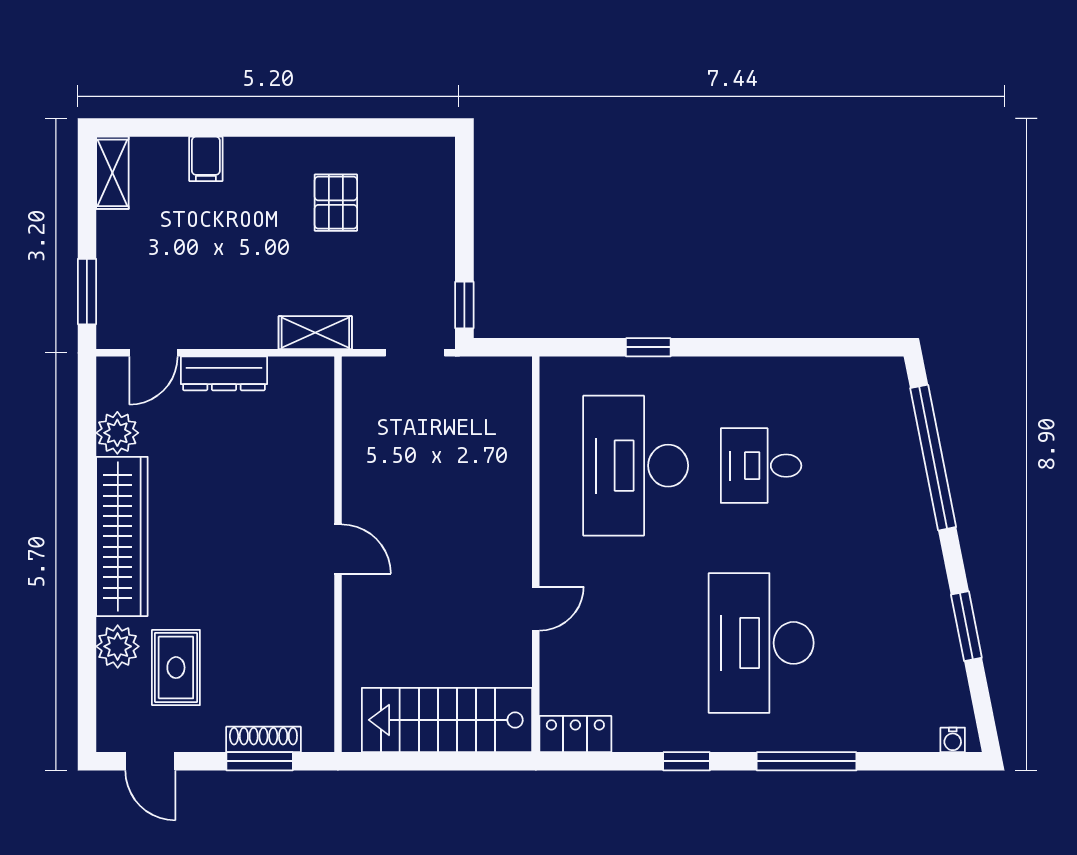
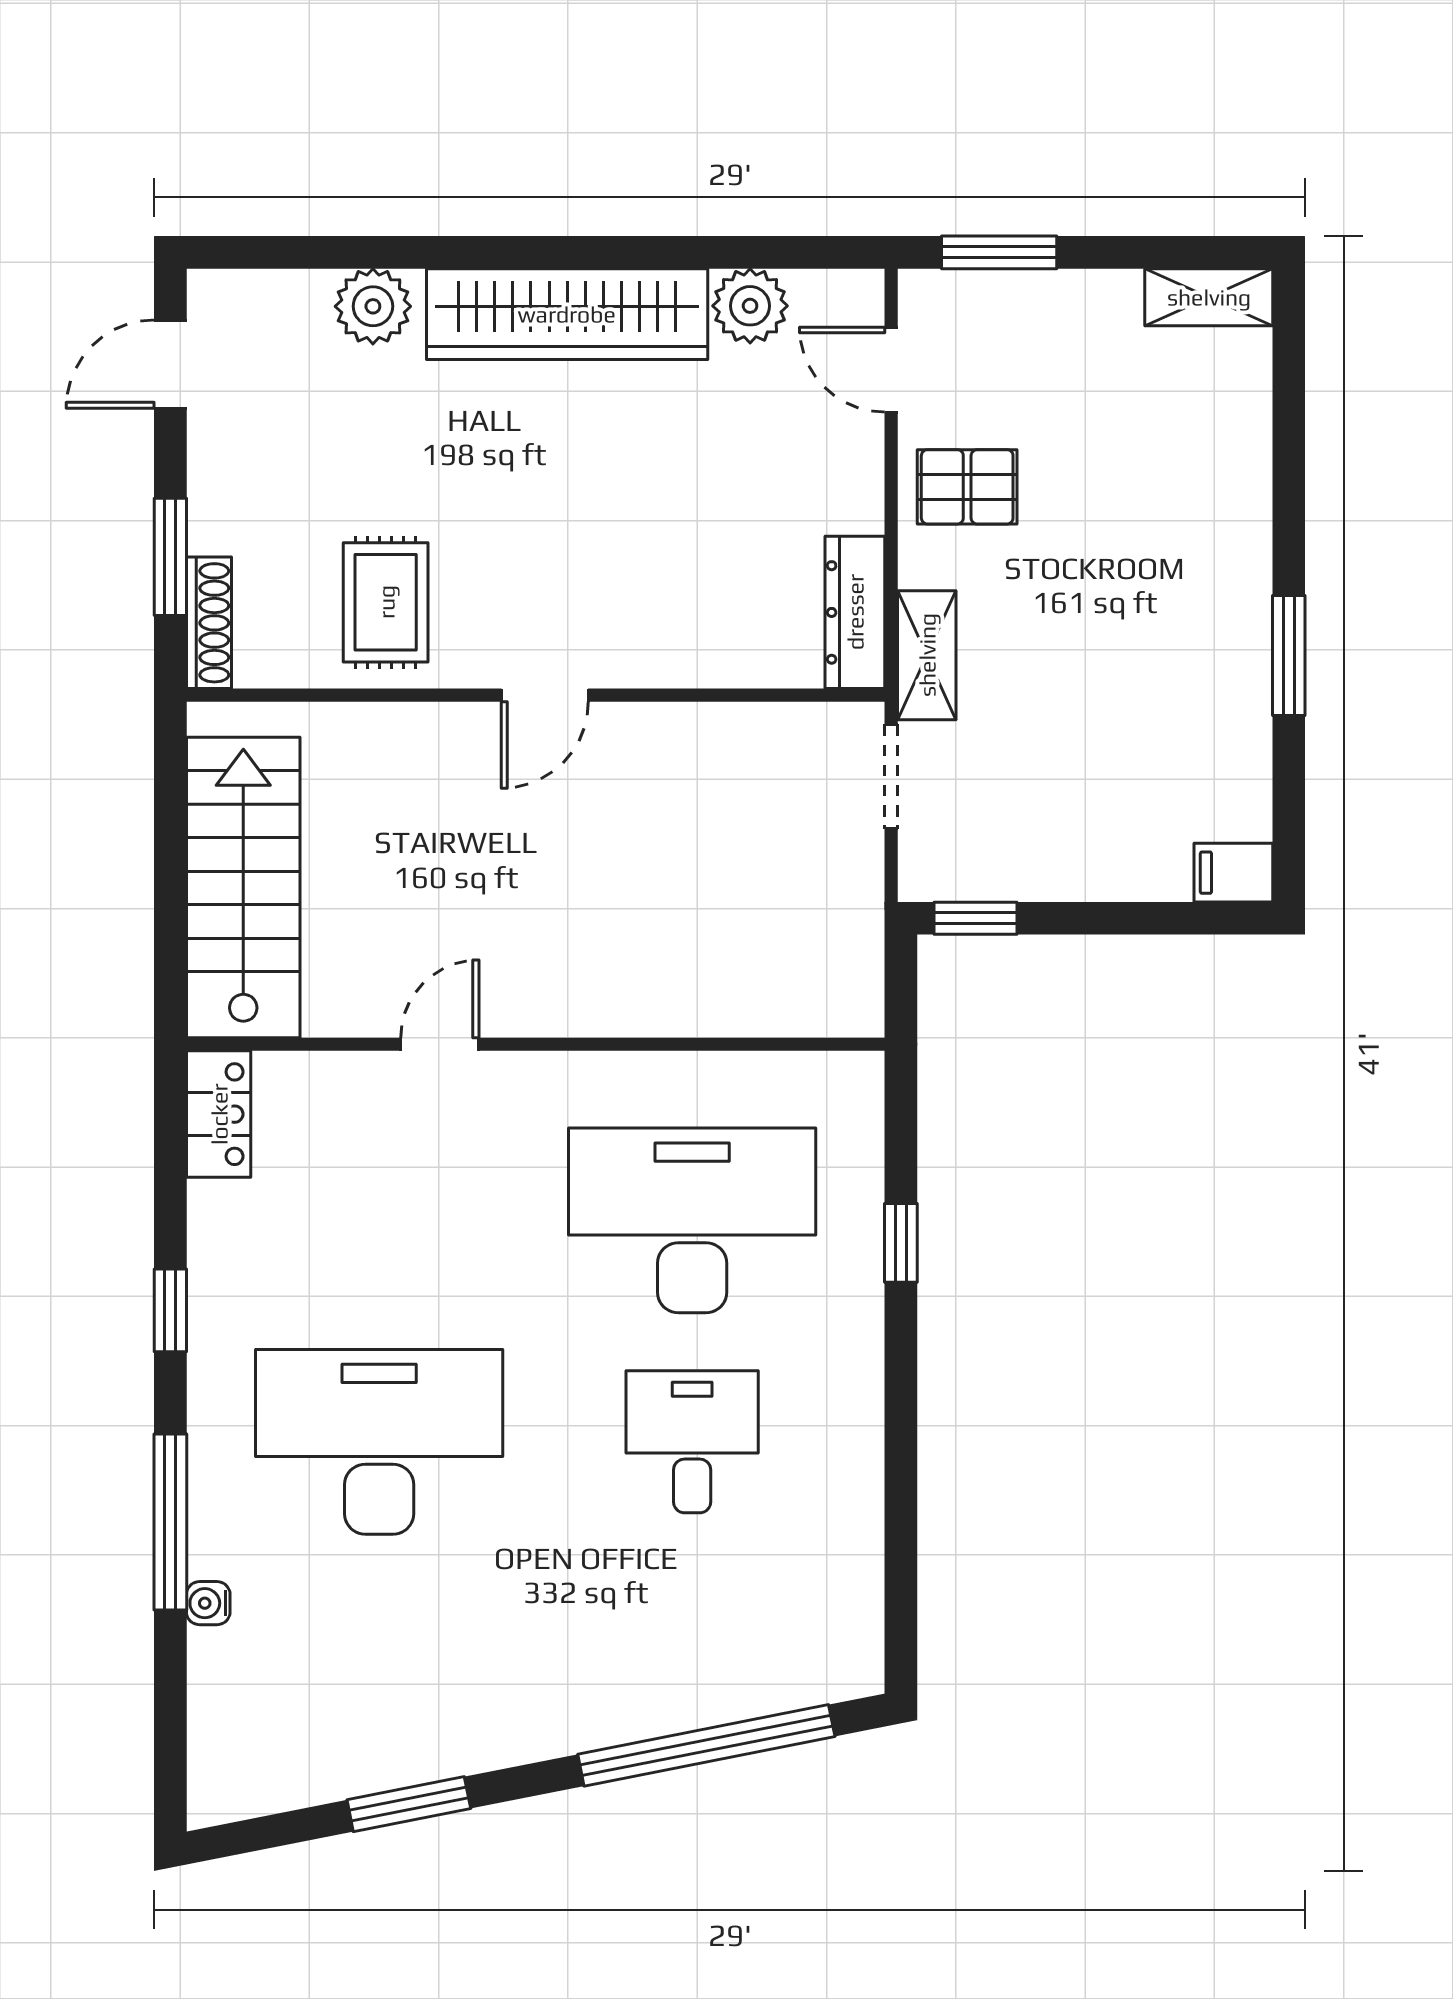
window: (315, 127) -> (1289, 655), added
filing cabinet: (206, 159) -> (1233, 873), moved
pallet: (336, 203) -> (967, 487), moved
doorway: (415, 353) -> (891, 777), moved
dresser: (224, 373) -> (855, 612), moved
door: (536, 609) -> (440, 1044), swing flipped
rug: (176, 668) -> (386, 602), moved, turned 90
shoe rack: (263, 739) -> (209, 623), moved
water cooler: (953, 740) -> (208, 1603), moved

